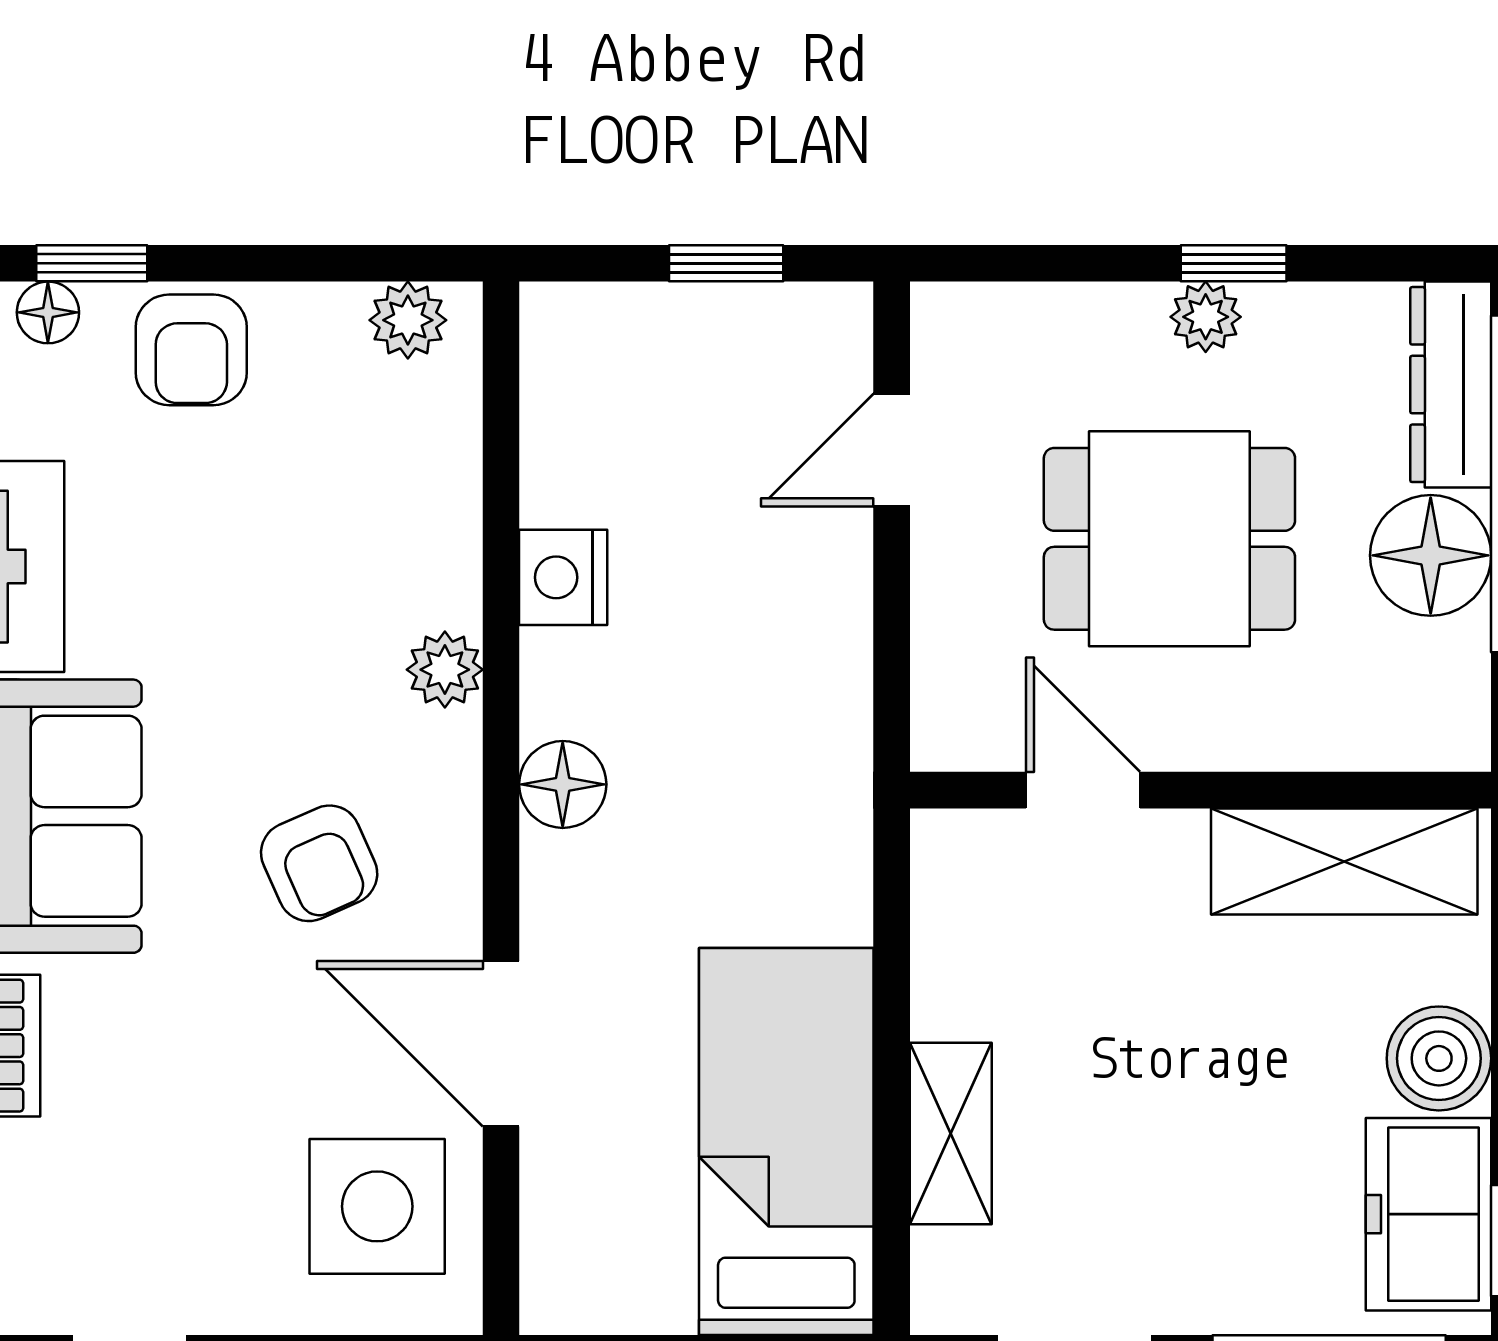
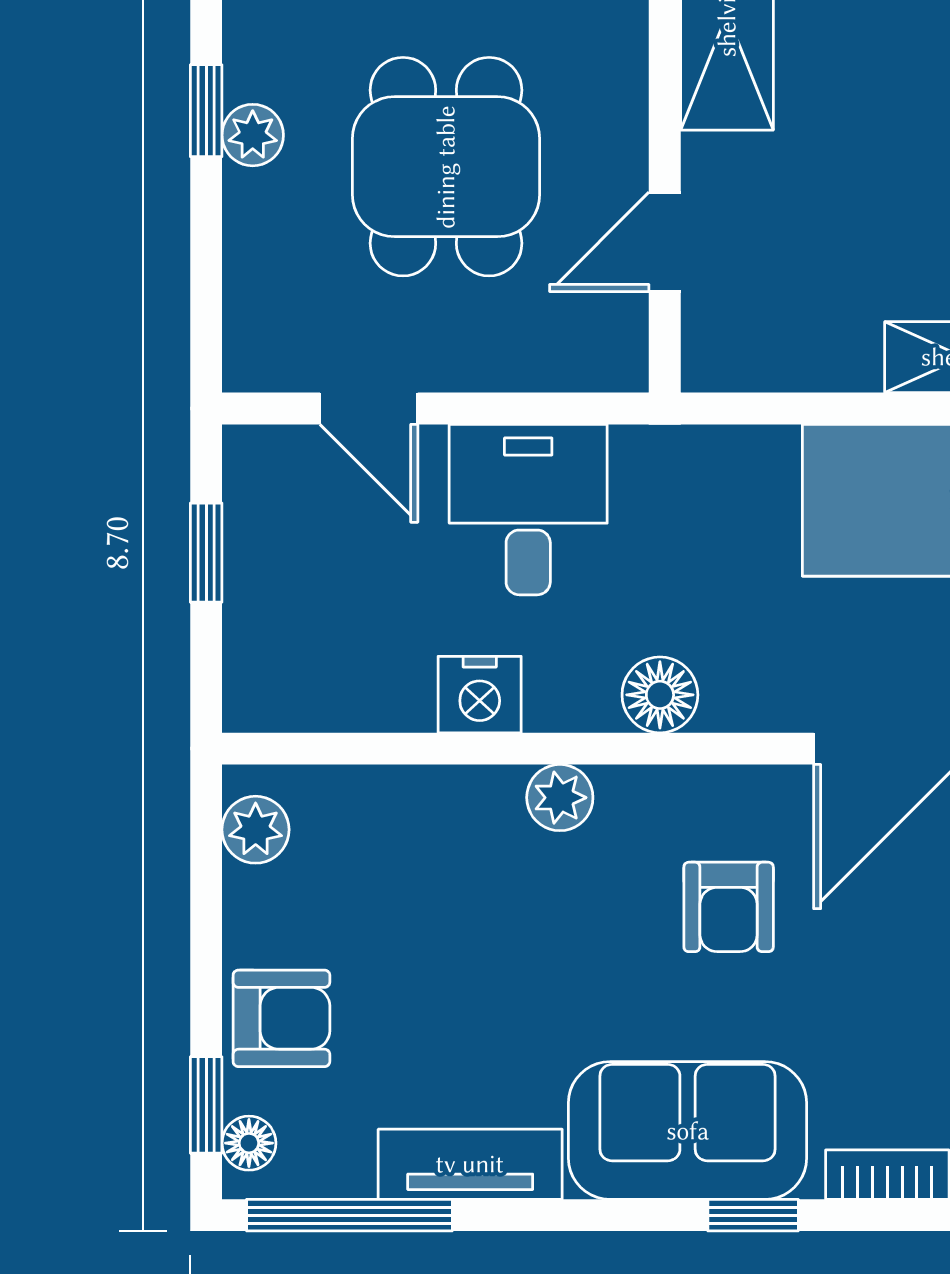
desk: (776, 633) -> (528, 510), added
armchair: (319, 863) -> (729, 907), turned 114

